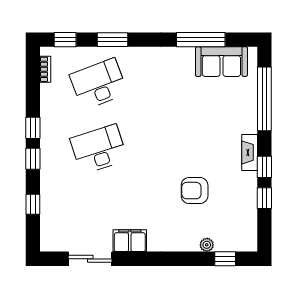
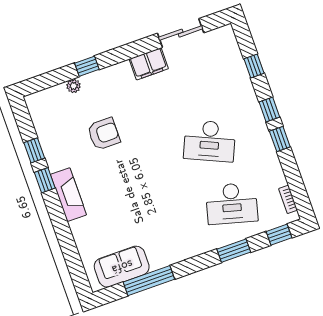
desk: (99, 84) -> (232, 203), turned 36
window: (264, 99) -> (68, 245), removed
desk: (99, 149) -> (210, 141), turned 42
fireplace: (250, 152) -> (68, 195), width x1.37, depth x1.32
window: (225, 259) -> (87, 66), moved

